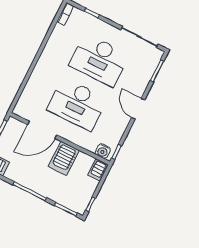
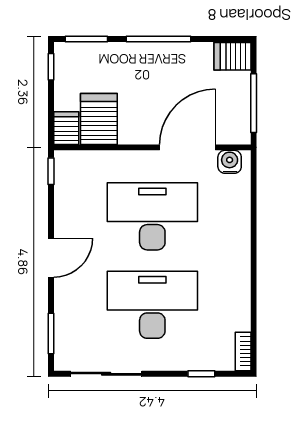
door: (138, 109) -> (51, 258), hinge flipped
water cooler: (103, 151) -> (230, 162), moved
server rack: (64, 158) -> (99, 119), moved

